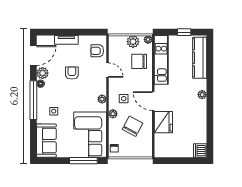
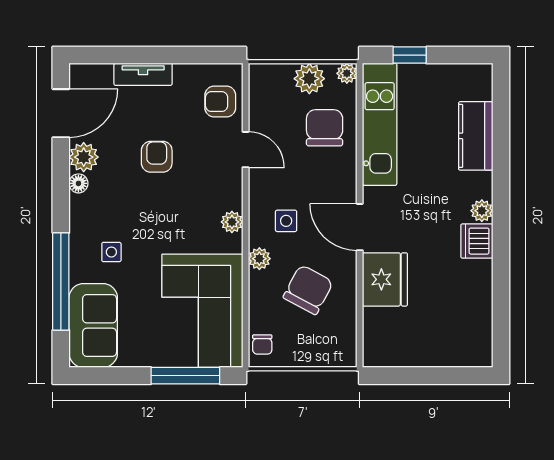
window: (184, 32) -> (410, 55), moved
kitchen counter: (200, 58) -> (476, 136), width x0.67
chair: (139, 61) -> (325, 128), turned 90
window: (33, 100) -> (61, 281), moved
dishwasher: (200, 151) -> (477, 241), moved

